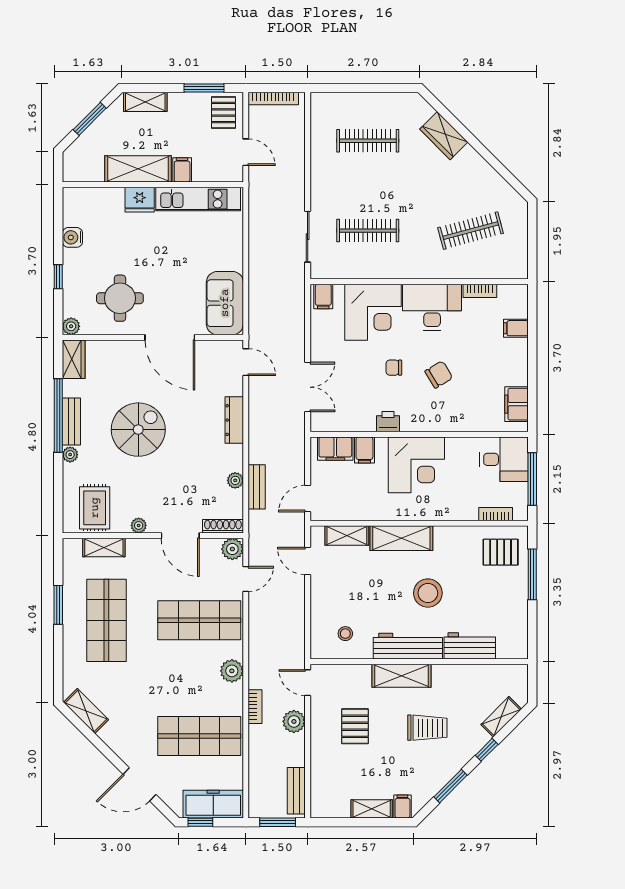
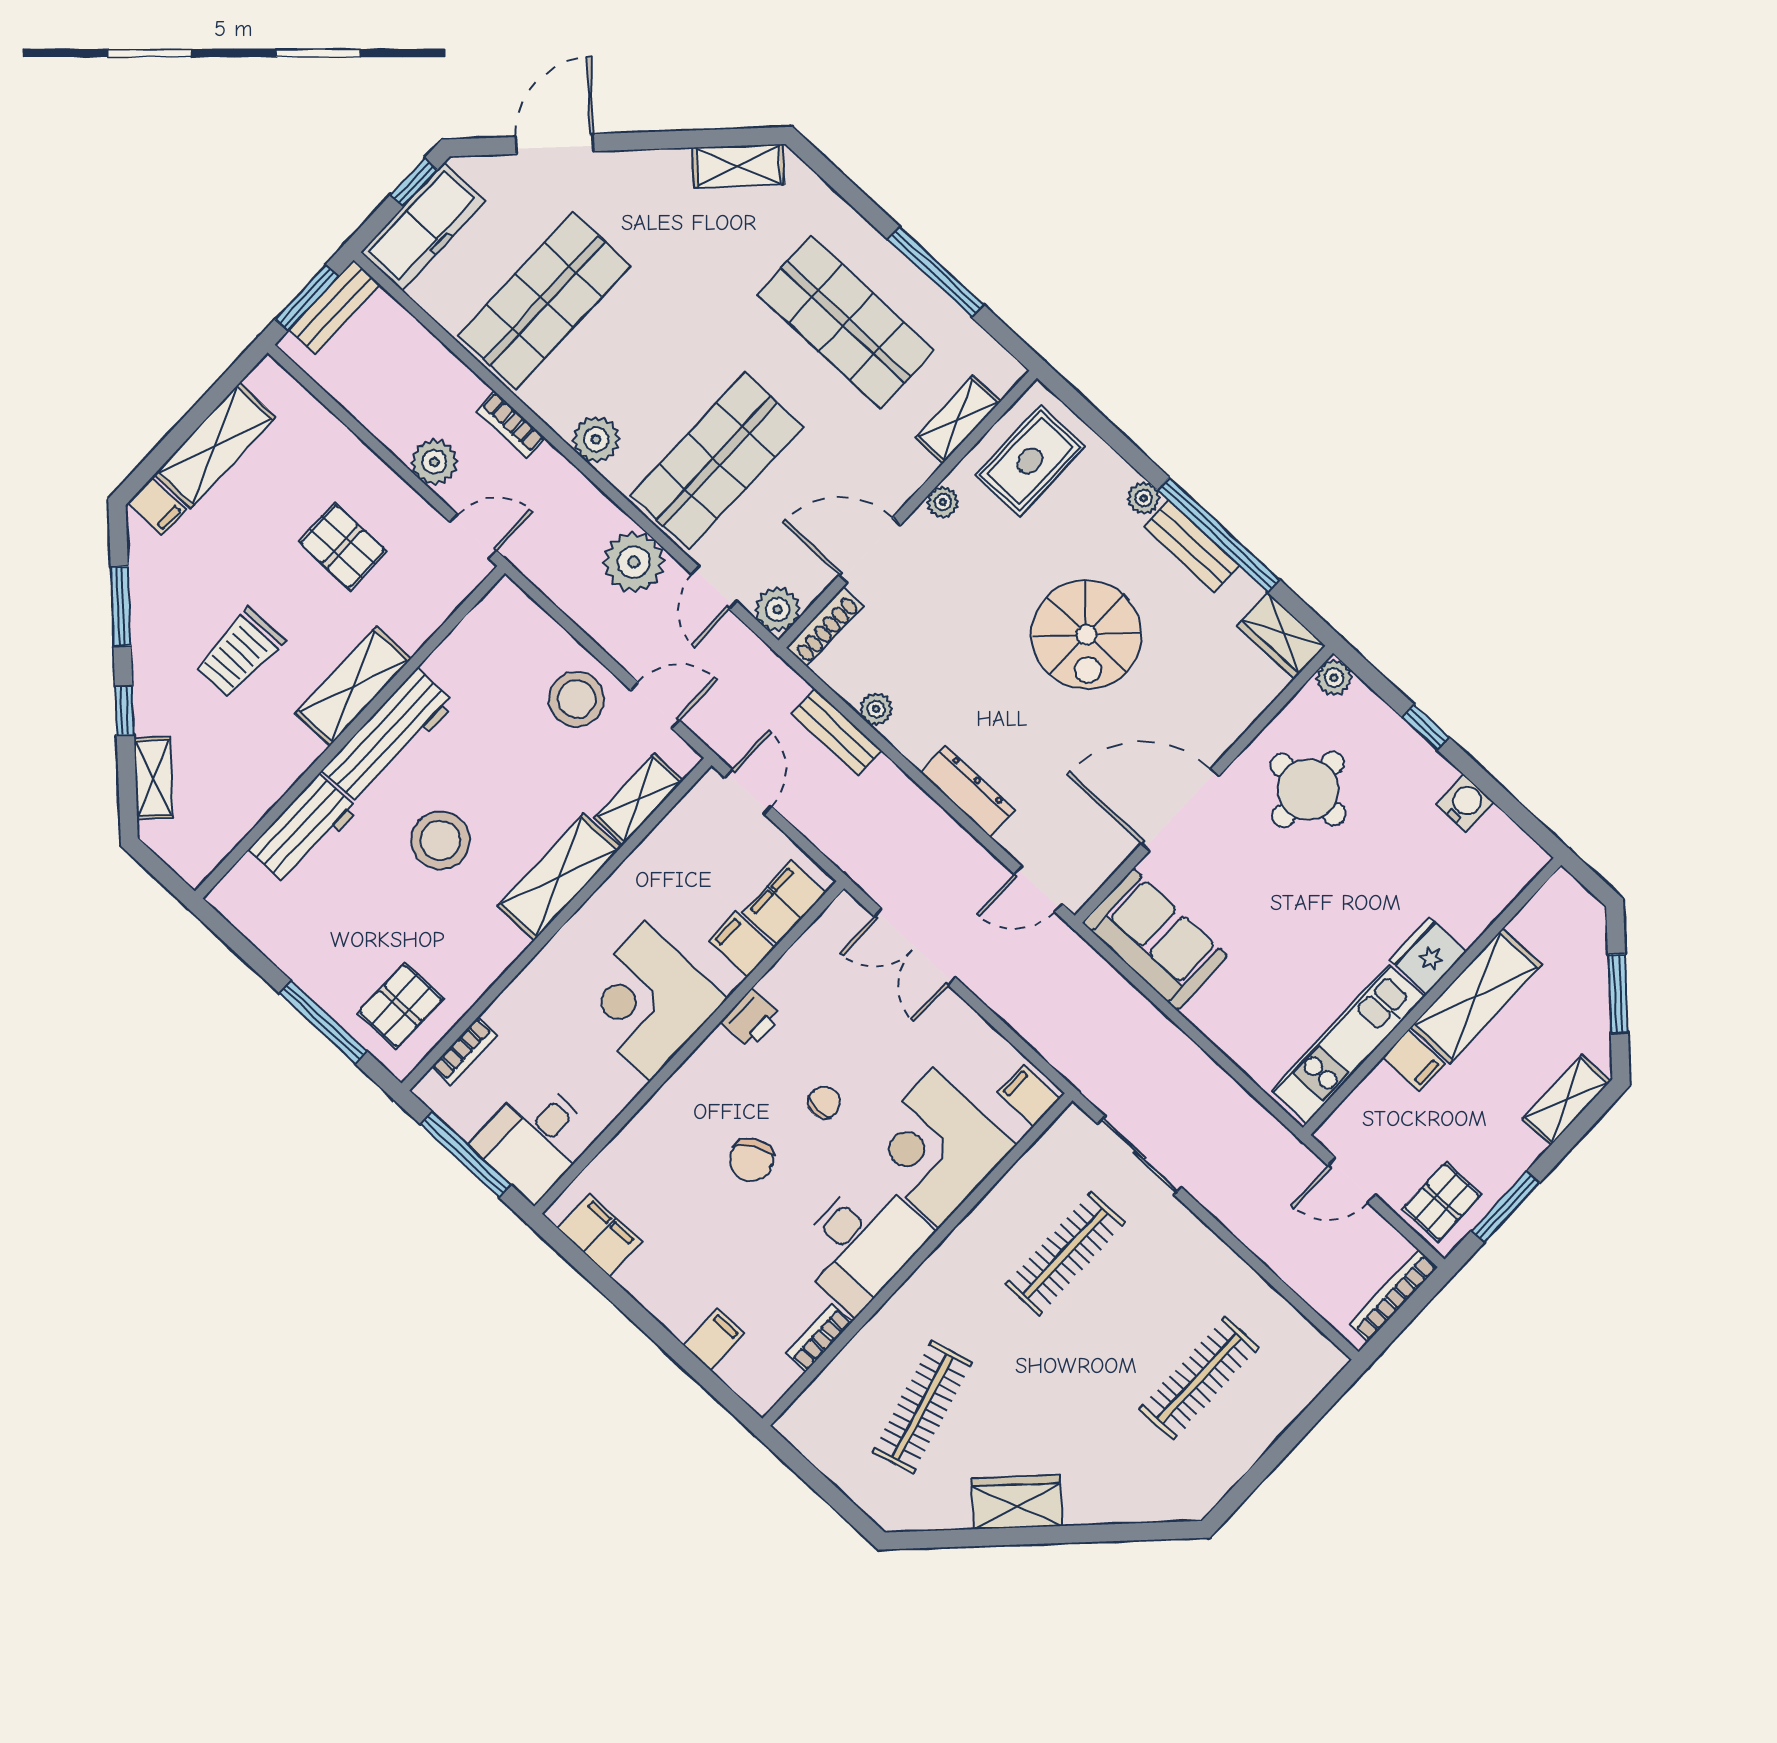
pallet: (223, 113) -> (1442, 1202), turned 90
wardrobe: (444, 136) -> (1017, 1502), moved
rug: (95, 508) -> (1030, 461), turned 90
window: (58, 605) -> (936, 272), width x1.44
plant: (263, 616) -> (634, 562), added
stool: (345, 634) -> (577, 699), moved, width x1.89, depth x1.89
bench: (296, 791) -> (334, 307), moved, turned 90
shelving: (372, 809) -> (215, 446), width x1.50, depth x1.33

